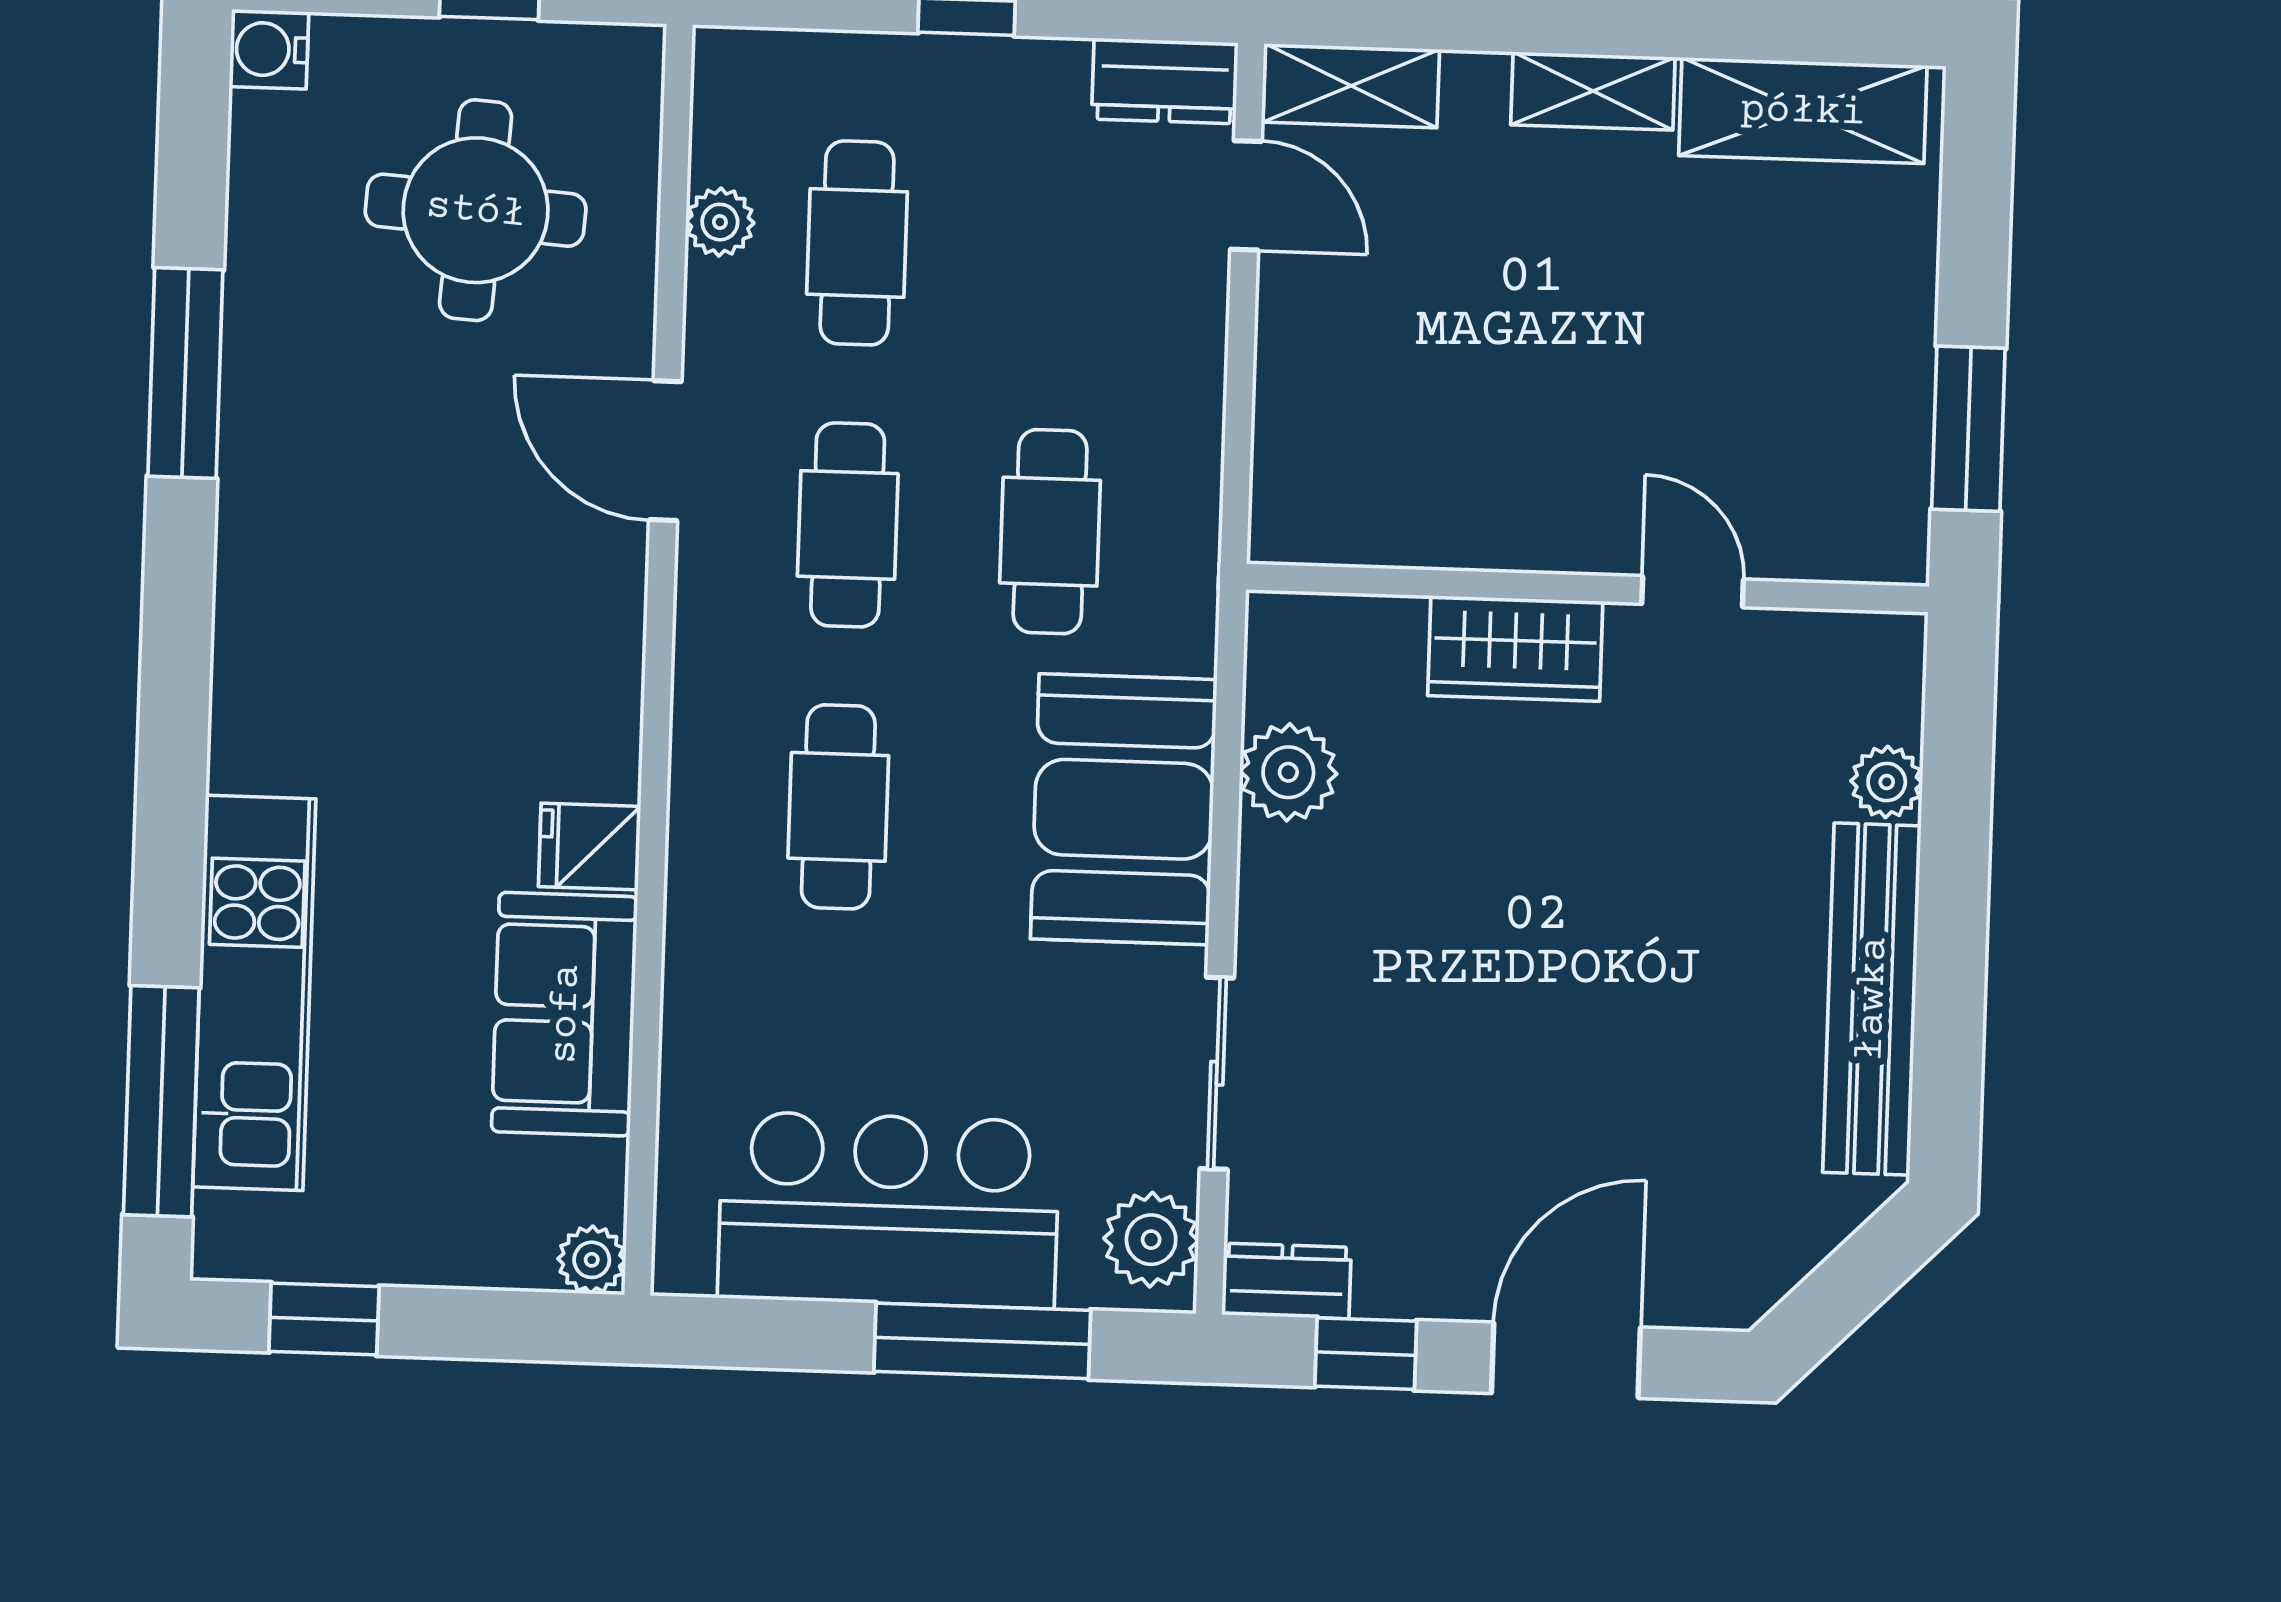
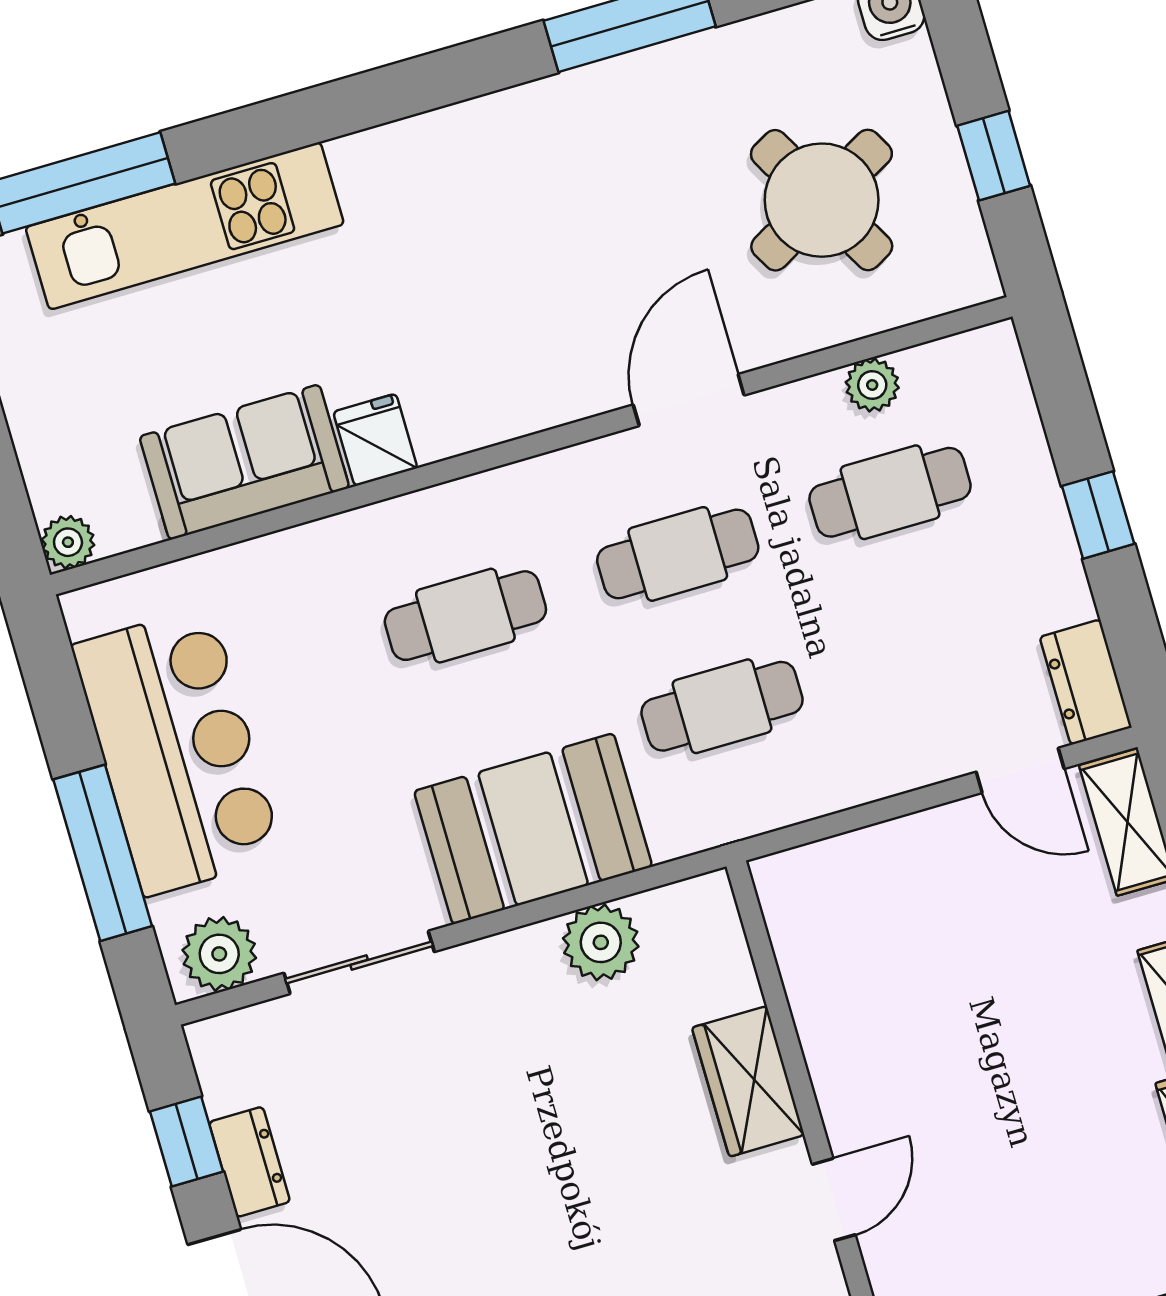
door: (1246, 195) -> (1020, 770), hinge flipped
round table: (476, 210) -> (822, 200), turned -33
dresser: (1287, 1281) -> (250, 1162), moved

